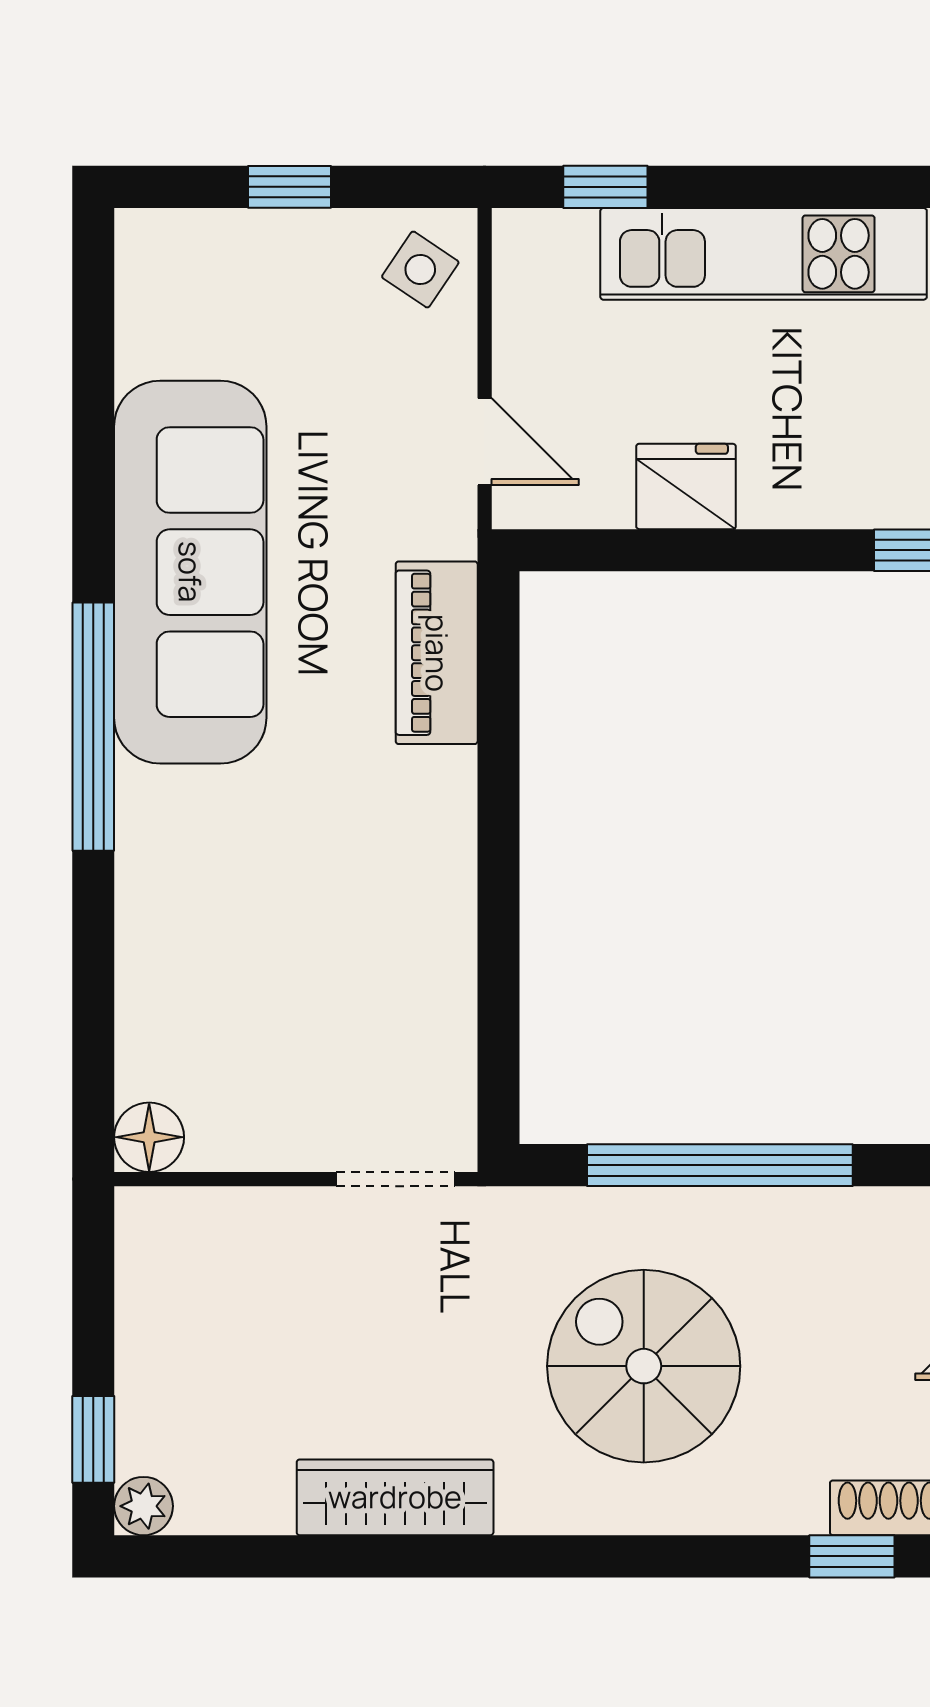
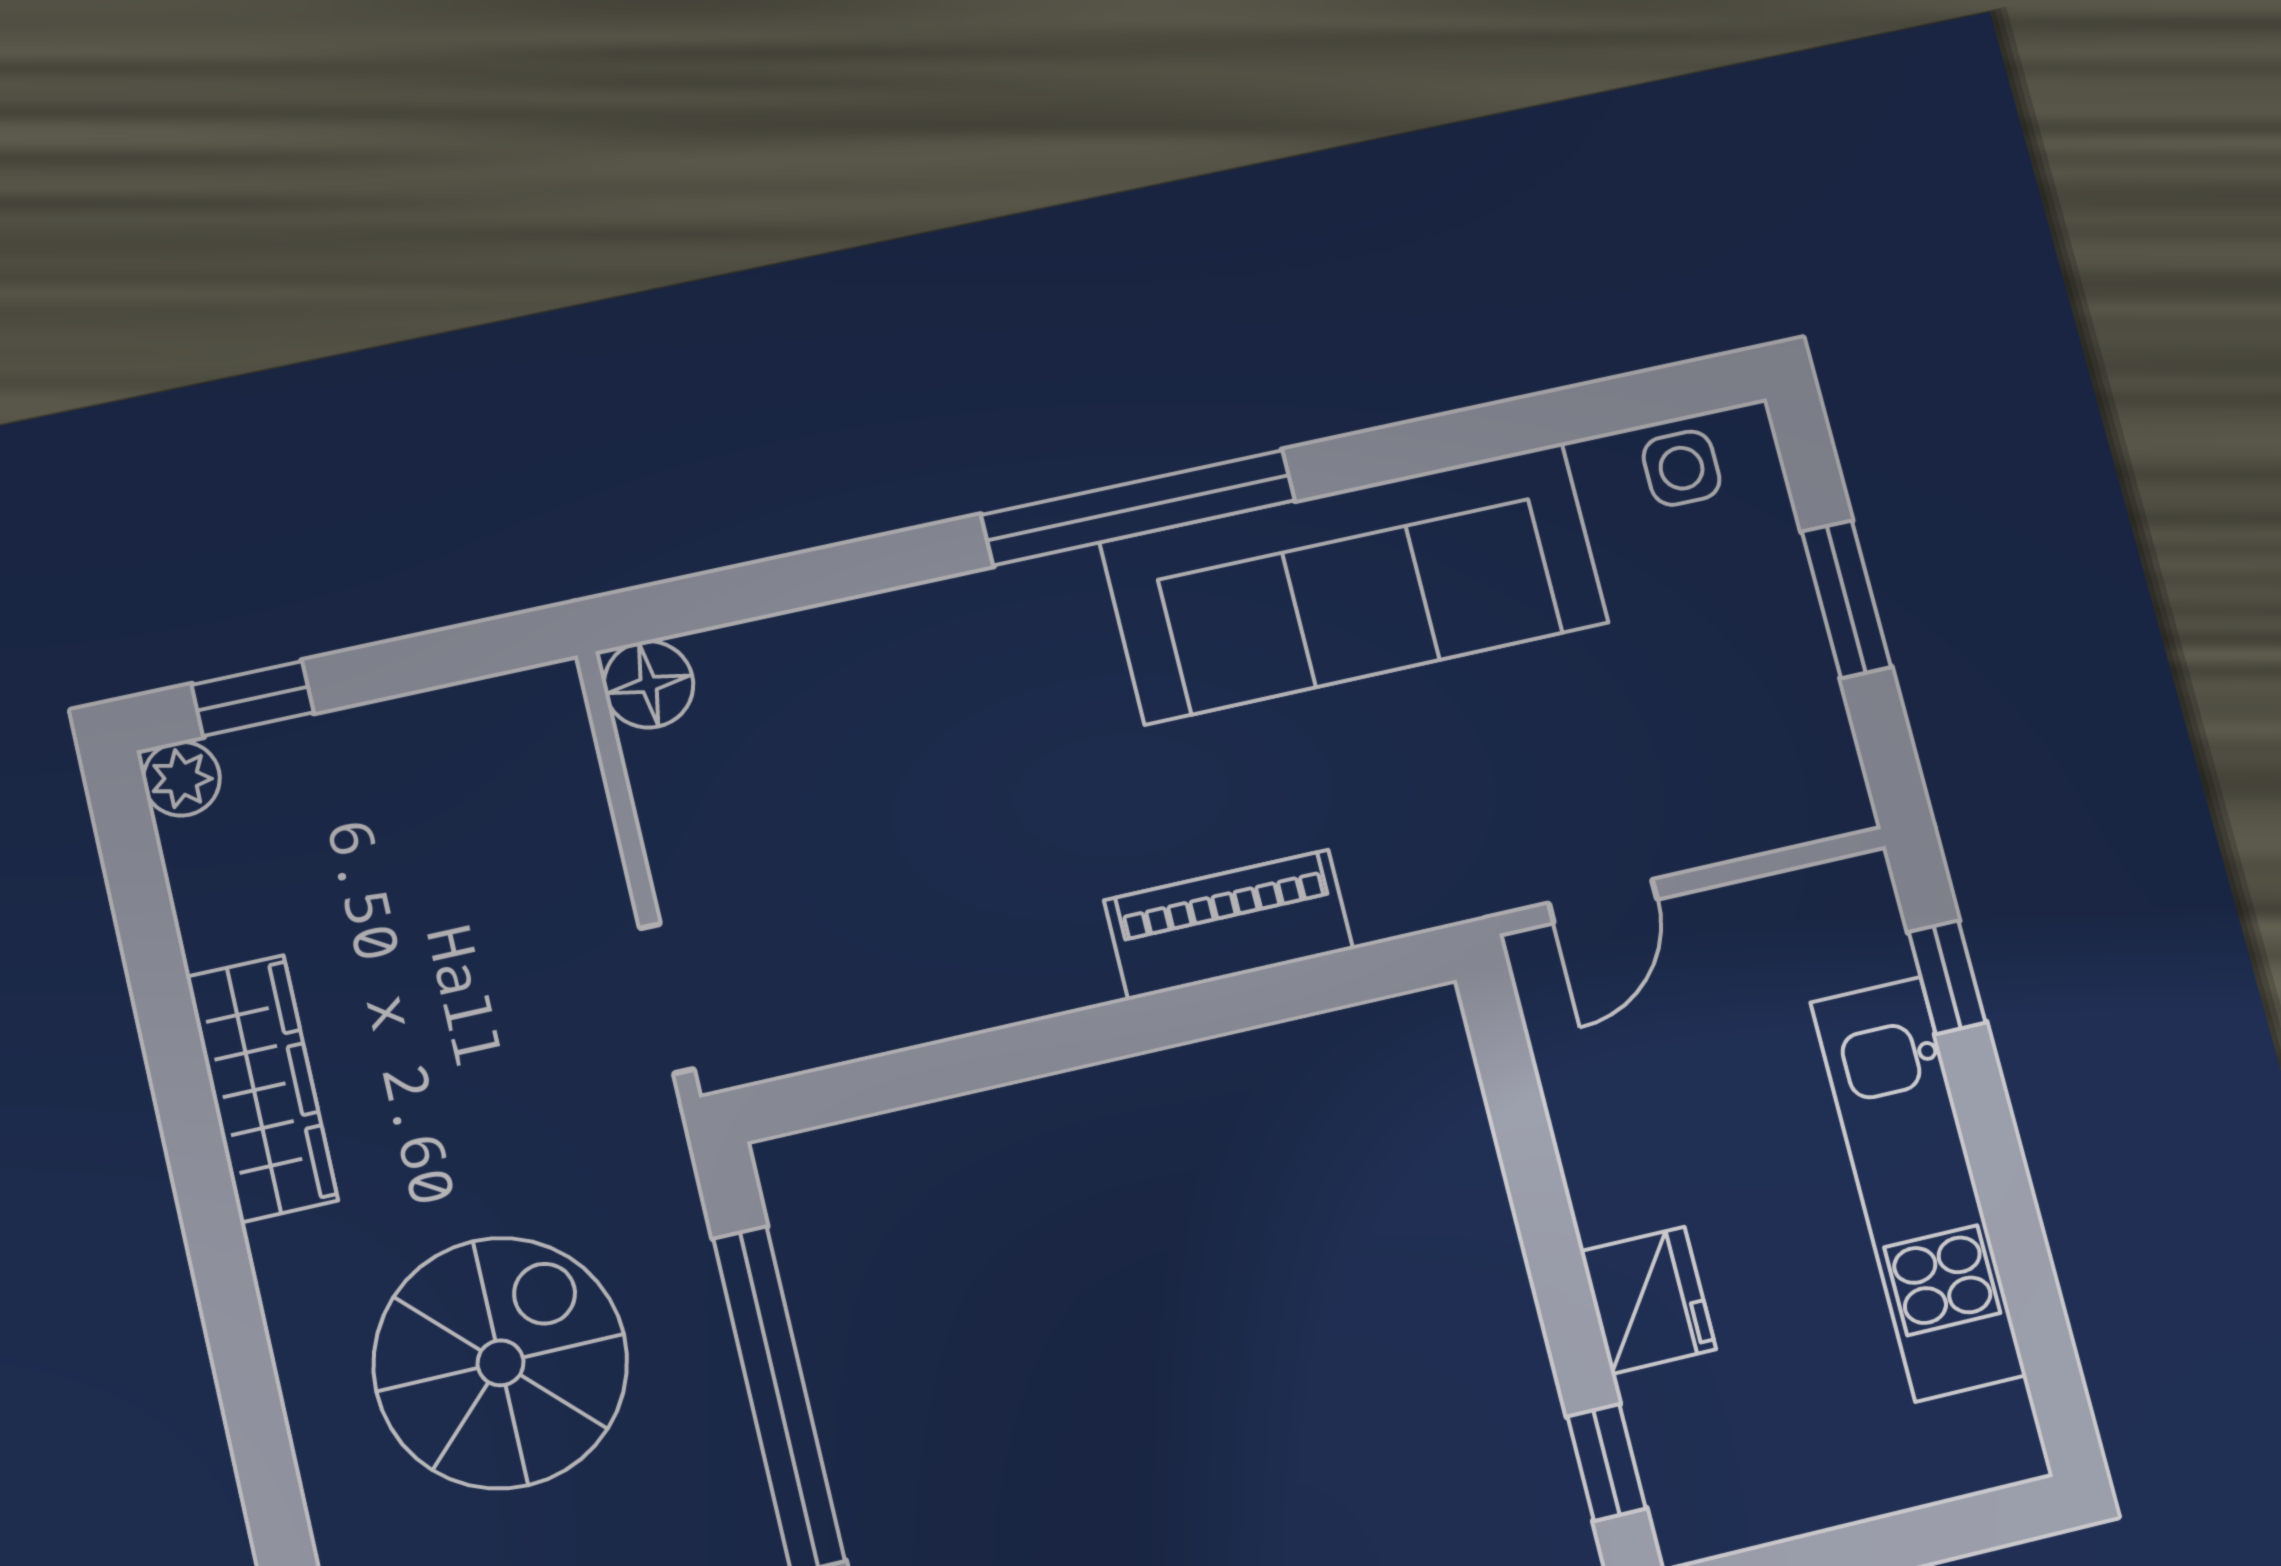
window: (289, 187) -> (1846, 599), width x1.50
side table: (420, 270) -> (1682, 468), moved, turned -34
fridge: (686, 486) -> (1648, 1300), moved
piano: (437, 653) -> (1229, 925), moved

